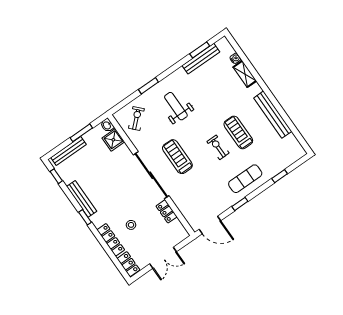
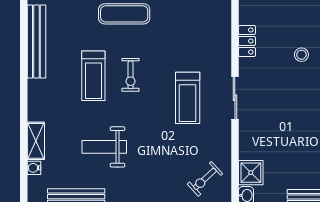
weight bench: (176, 106) -> (104, 147), moved, turned 90
bench: (273, 115) -> (36, 41), moved
sliding door: (151, 175) -> (235, 98), width x0.54

